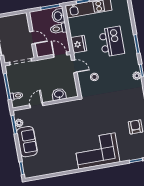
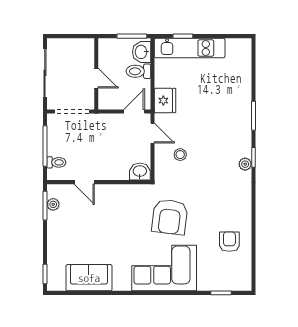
kitchen island: (112, 42) -> (216, 105), removed
door: (60, 55) -> (134, 112), hinge flipped
washbasin: (59, 94) -> (140, 172), moved
door: (36, 105) -> (84, 182), swing flipped
armchair: (95, 118) -> (170, 217), added
sofa: (27, 142) -> (89, 278), moved, turned -90

